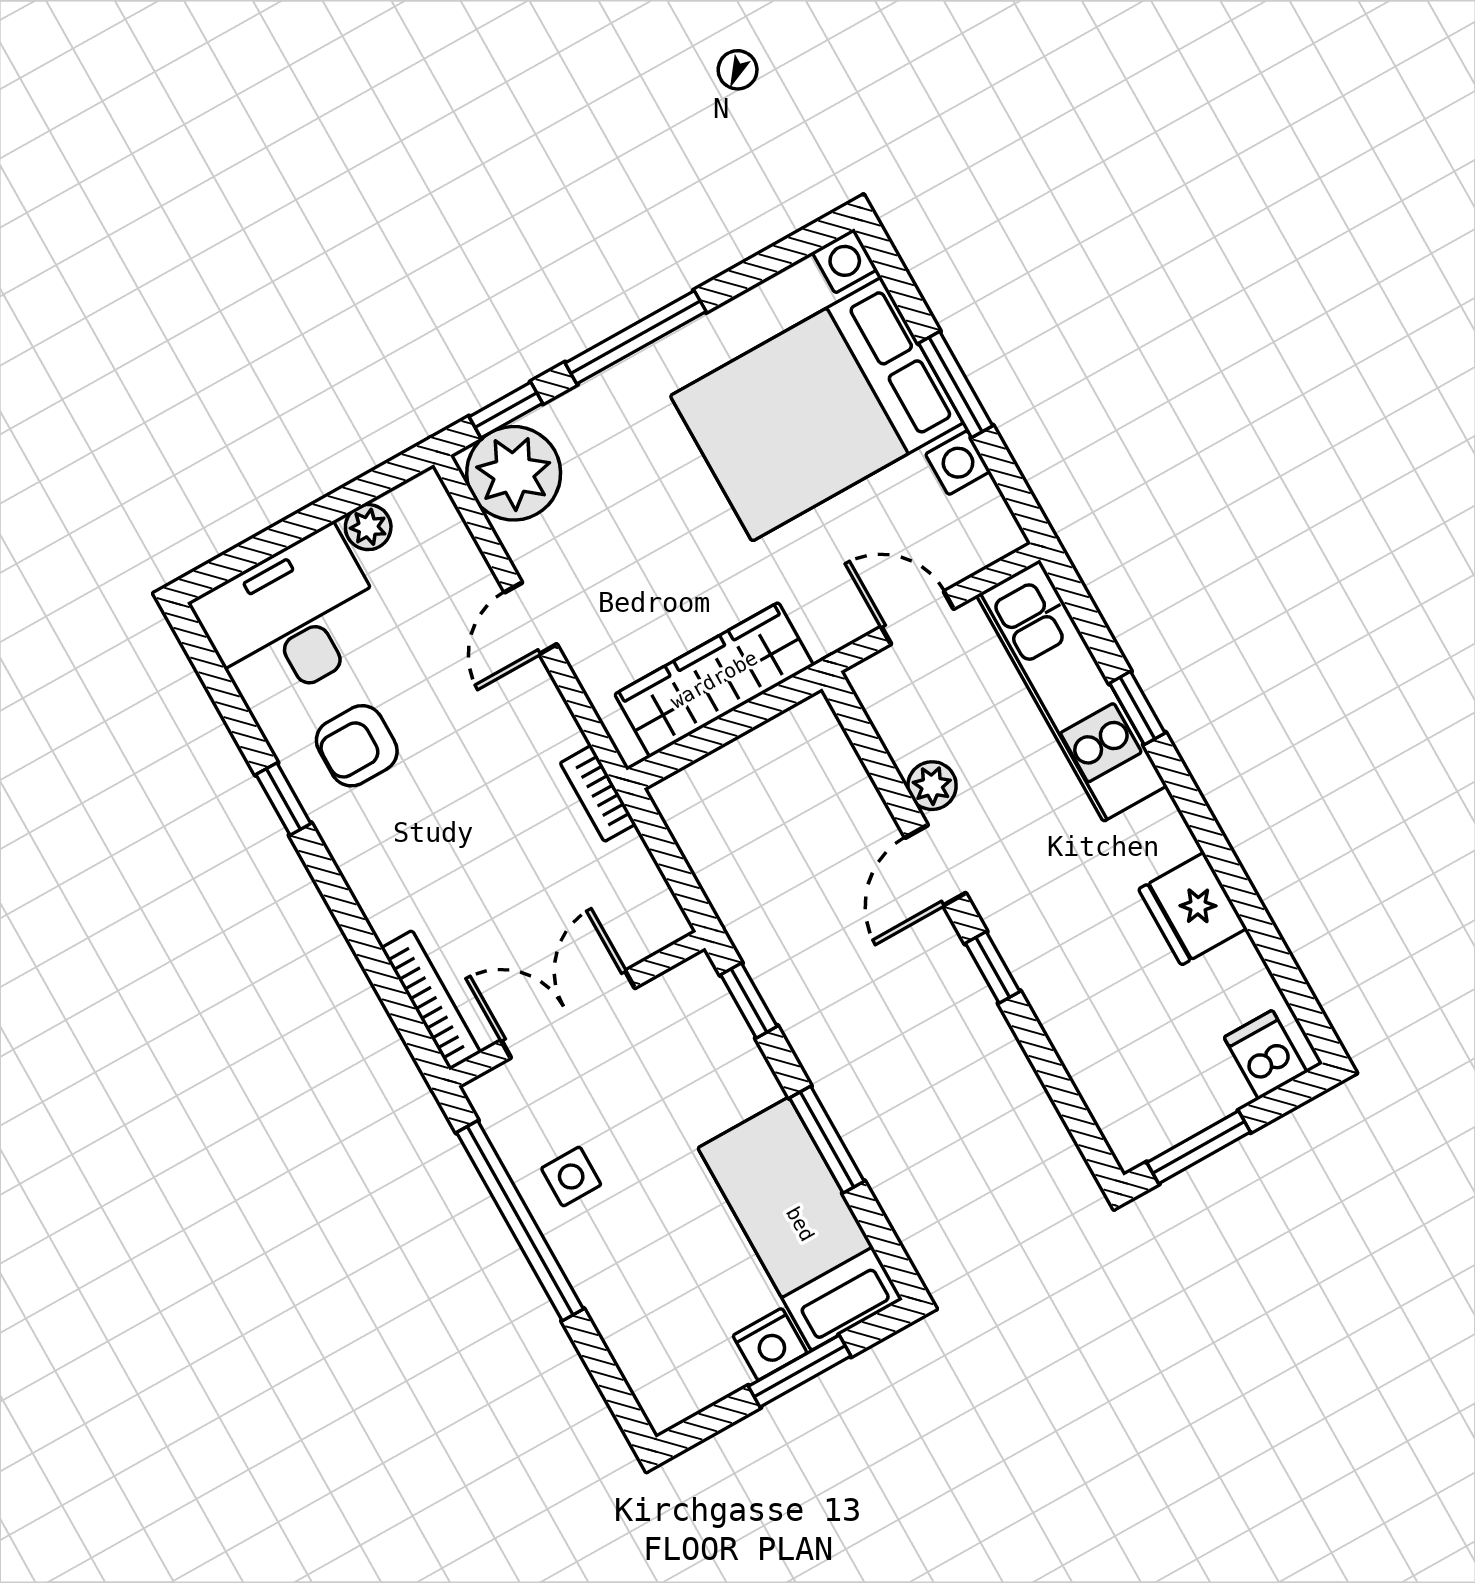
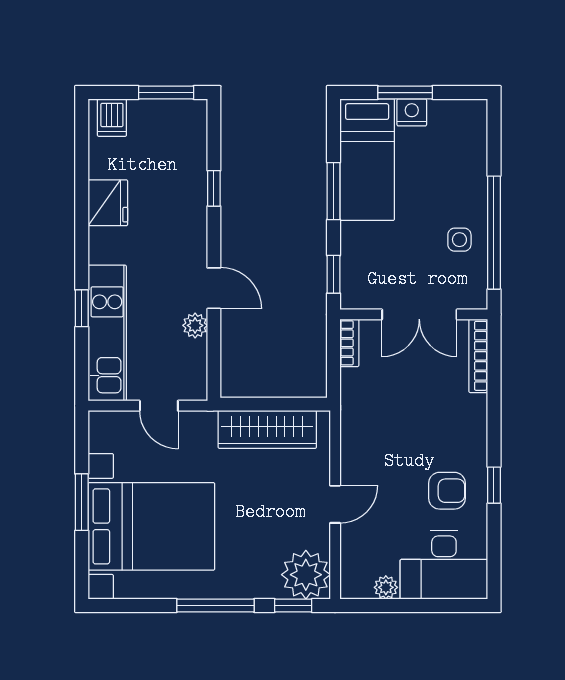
bookcase: (598, 793) -> (349, 343), moved
door: (935, 865) -> (214, 288), hinge flipped
window: (993, 967) -> (214, 188), moved

